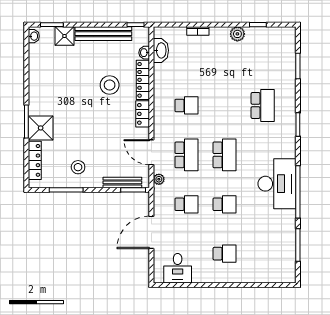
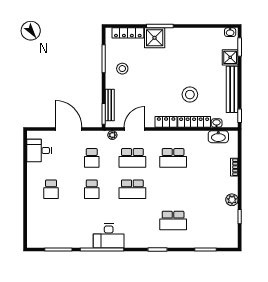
school desk: (187, 105) -> (173, 158), width x1.85
desk: (277, 184) -> (109, 236), width x0.73, depth x0.77

